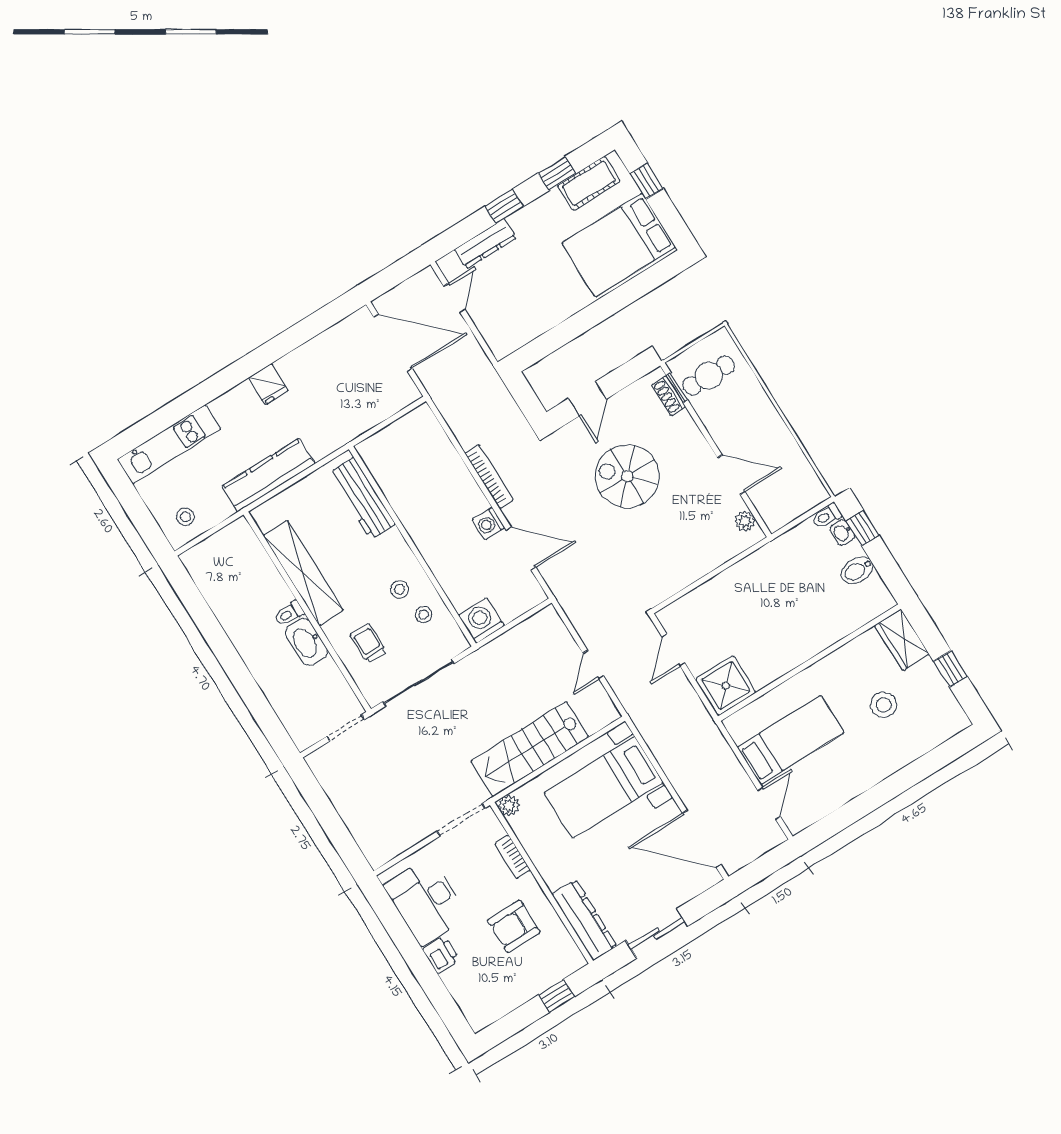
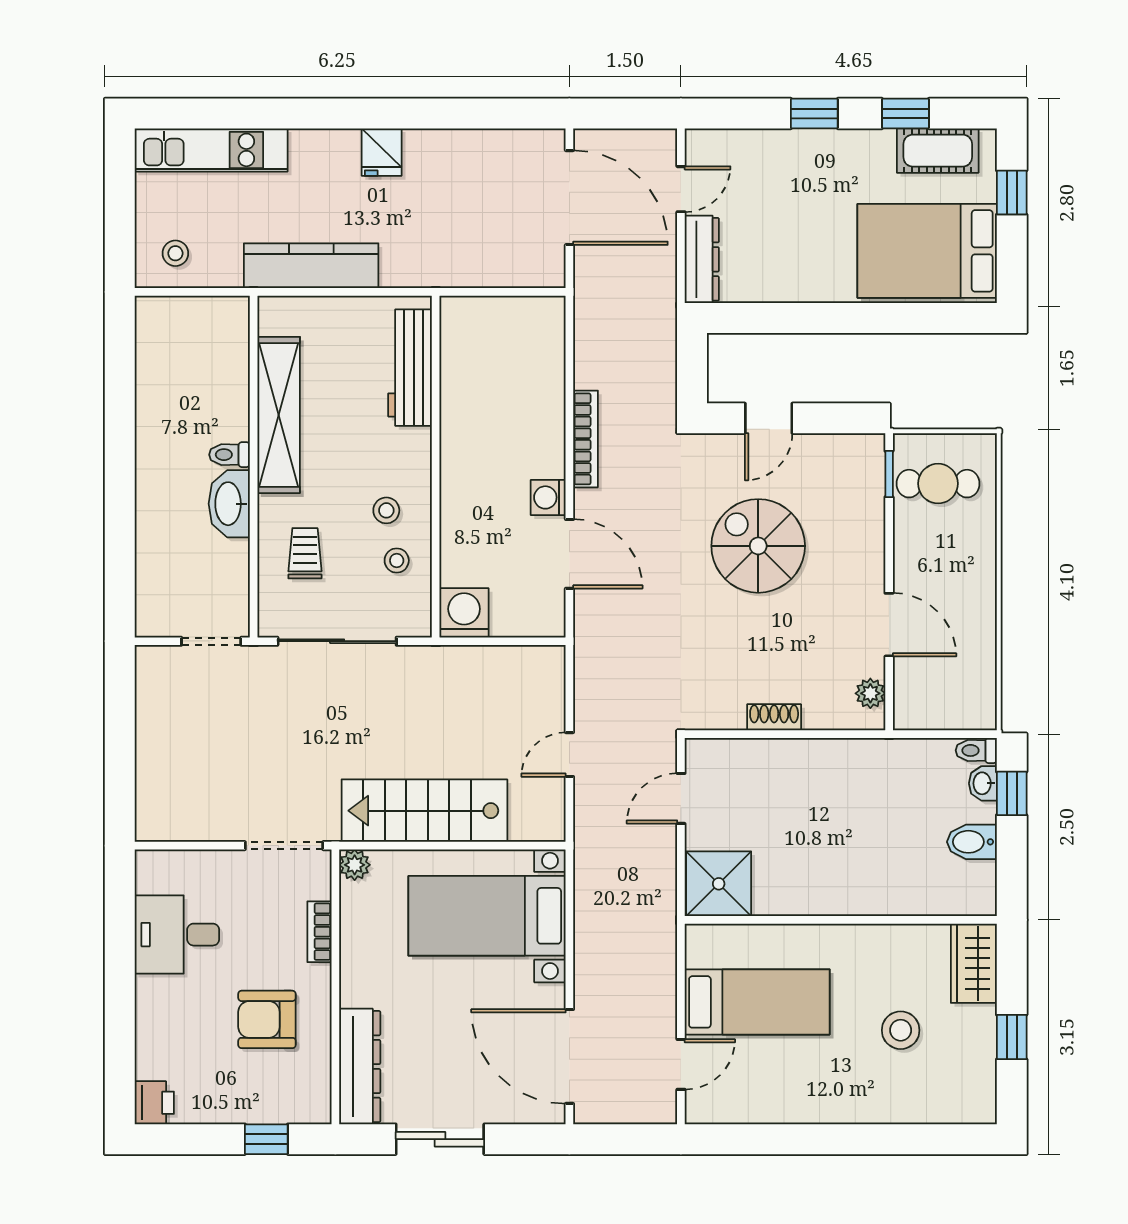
dresser: (485, 244) -> (702, 259), moved, turned -90
shoe rack: (668, 396) -> (774, 717), moved, turned 90
desk: (426, 901) -> (177, 935), width x0.73
printer: (441, 955) -> (154, 1103), moved

